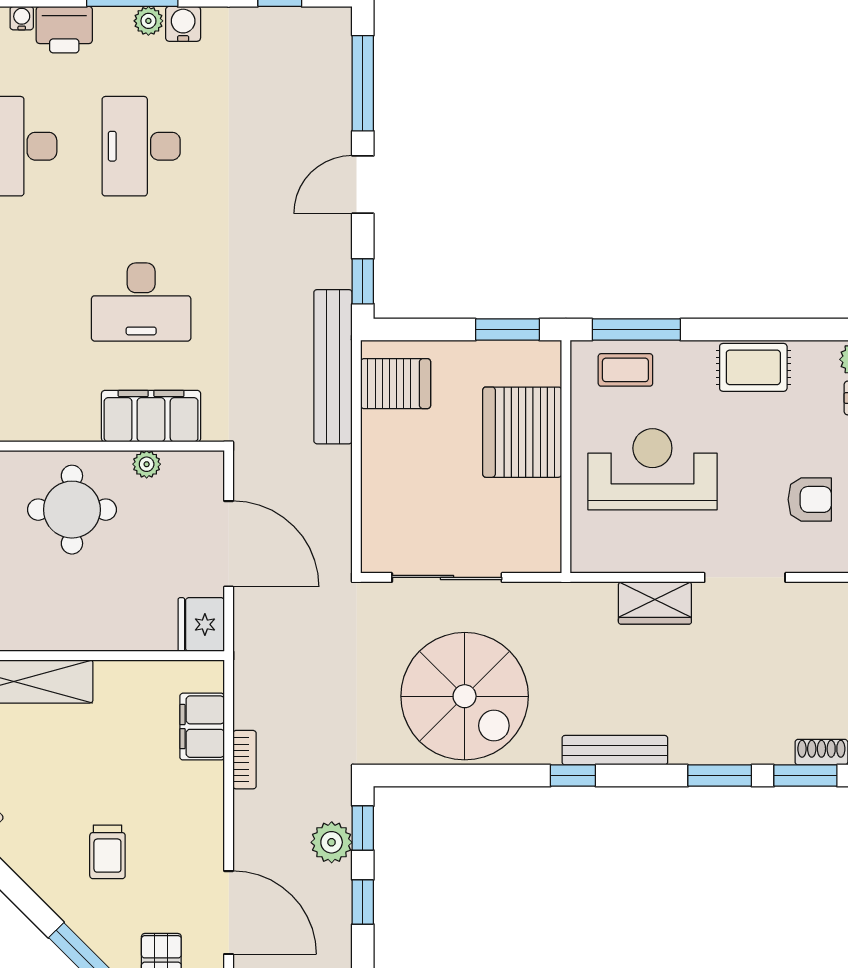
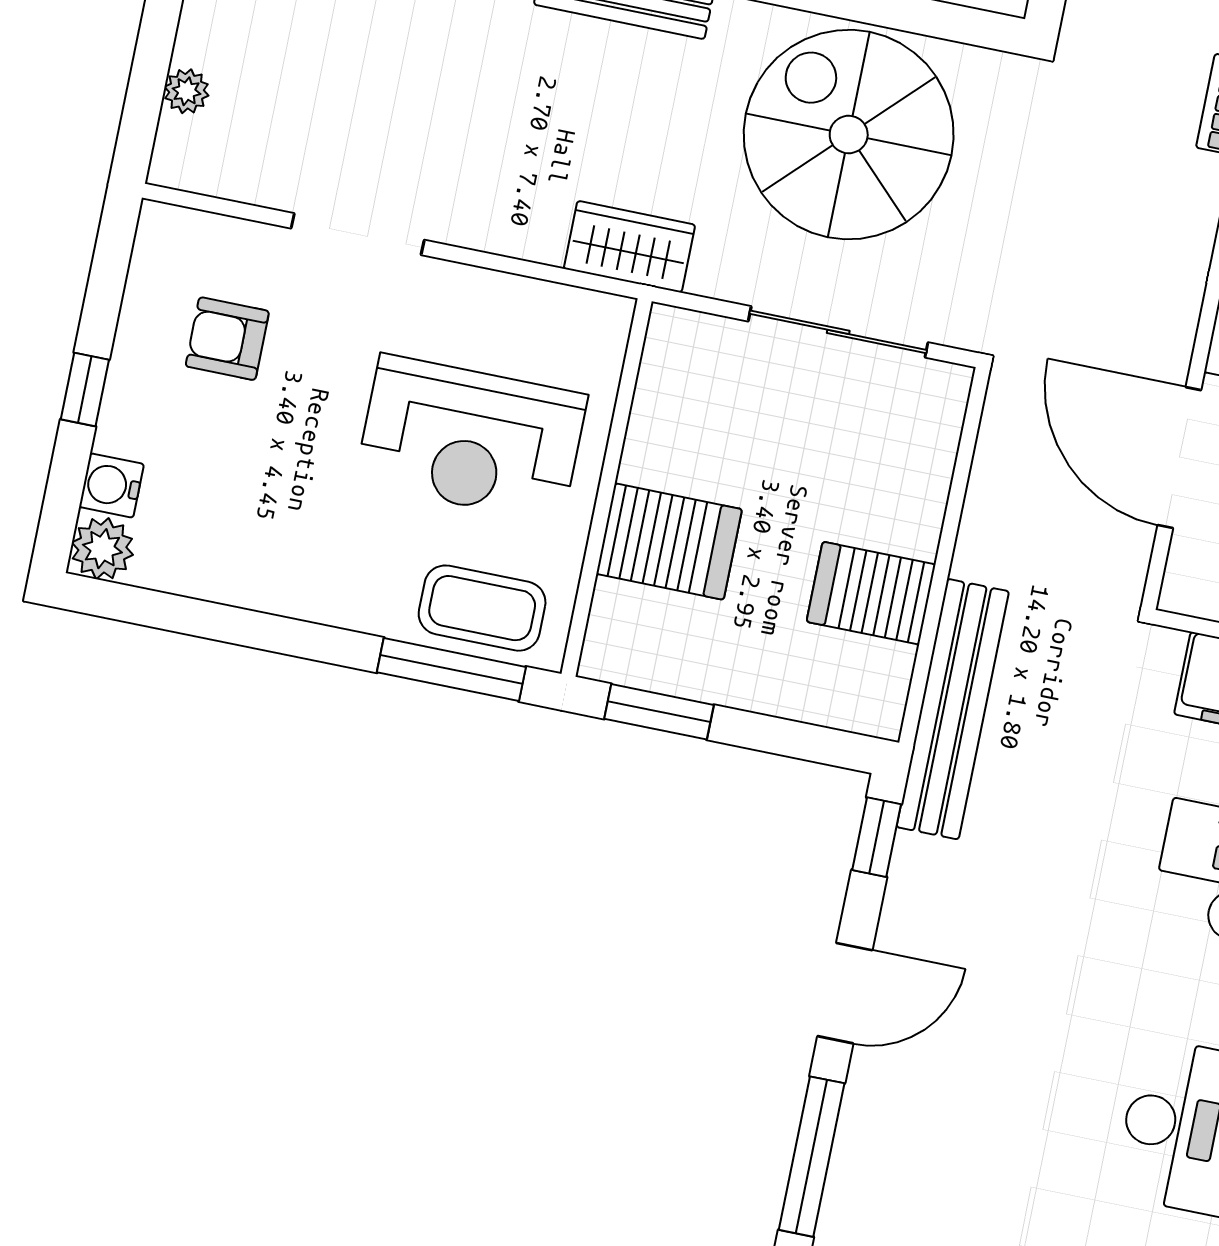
rug: (753, 367) -> (275, 570), removed
coffee table: (625, 370) -> (482, 608), width x1.36, depth x1.30
server rack: (396, 384) -> (871, 593), moved
server rack: (522, 432) -> (669, 542), width x0.63
wardrobe: (655, 603) -> (629, 247), moved

